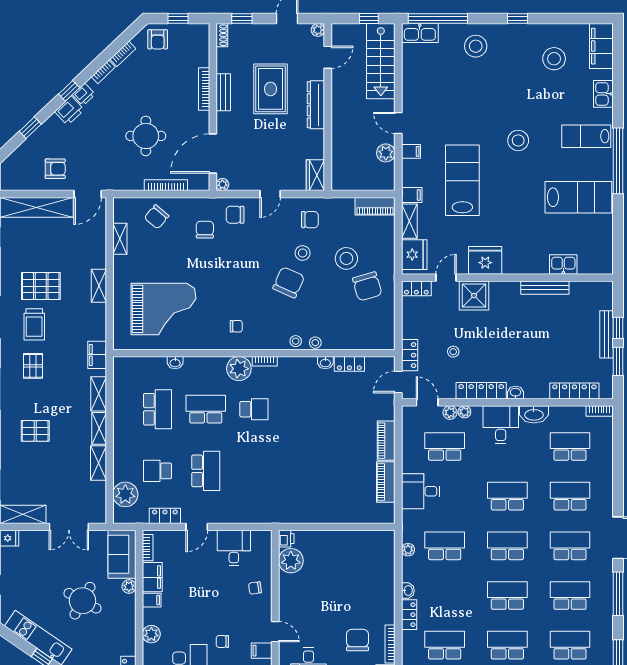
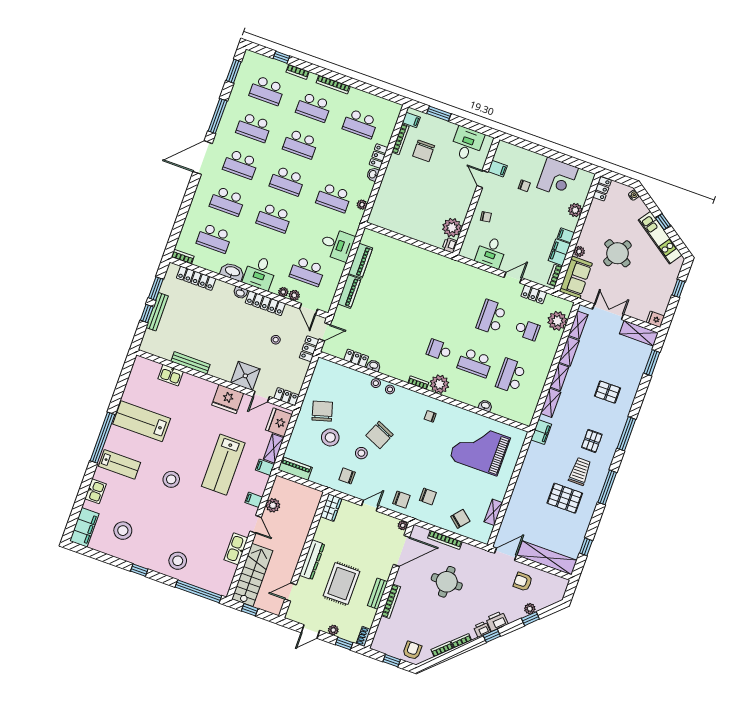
plant: (318, 30) -> (333, 630), moved
kitchen sink: (420, 33) -> (236, 549), moved, turned -90
plant: (35, 139) -> (530, 609), added
chair: (205, 230) -> (428, 496), turned -90
shelving: (99, 286) -> (578, 325), moved

